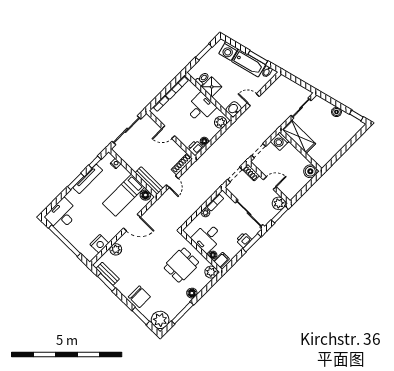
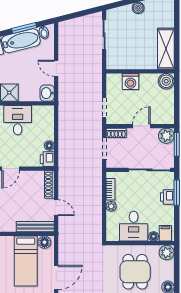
door: (253, 100) -> (56, 68), hinge flipped
plant: (220, 122) -> (47, 116), removed
shelving: (299, 137) -> (166, 49), moved, turned 90
washing machine: (280, 141) -> (130, 82), moved

